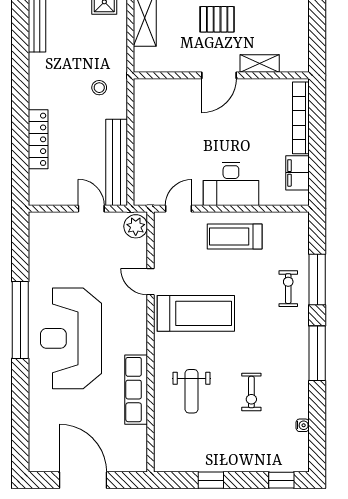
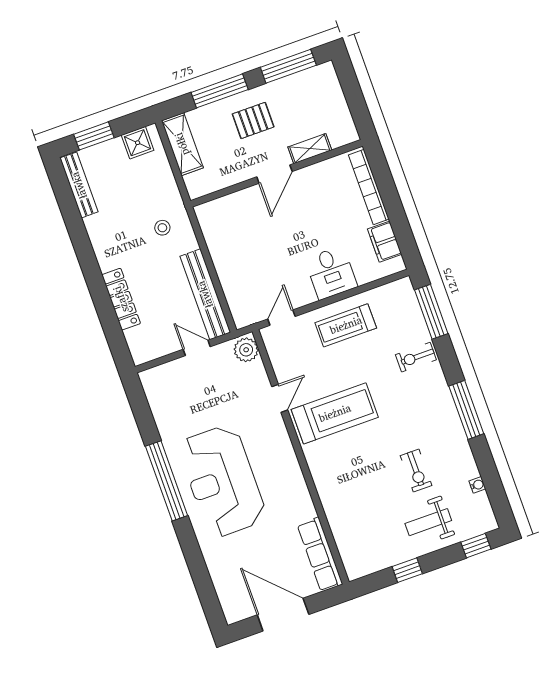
desk: (231, 184) -> (331, 273), width x0.73
window: (317, 280) -> (431, 312), moved
door: (151, 282) -> (280, 398), swing flipped
exercise bike: (288, 289) -> (416, 357), turned -90
row of seats: (136, 390) -> (320, 554), moved
weight bench: (191, 391) -> (428, 522), moved, turned 90

